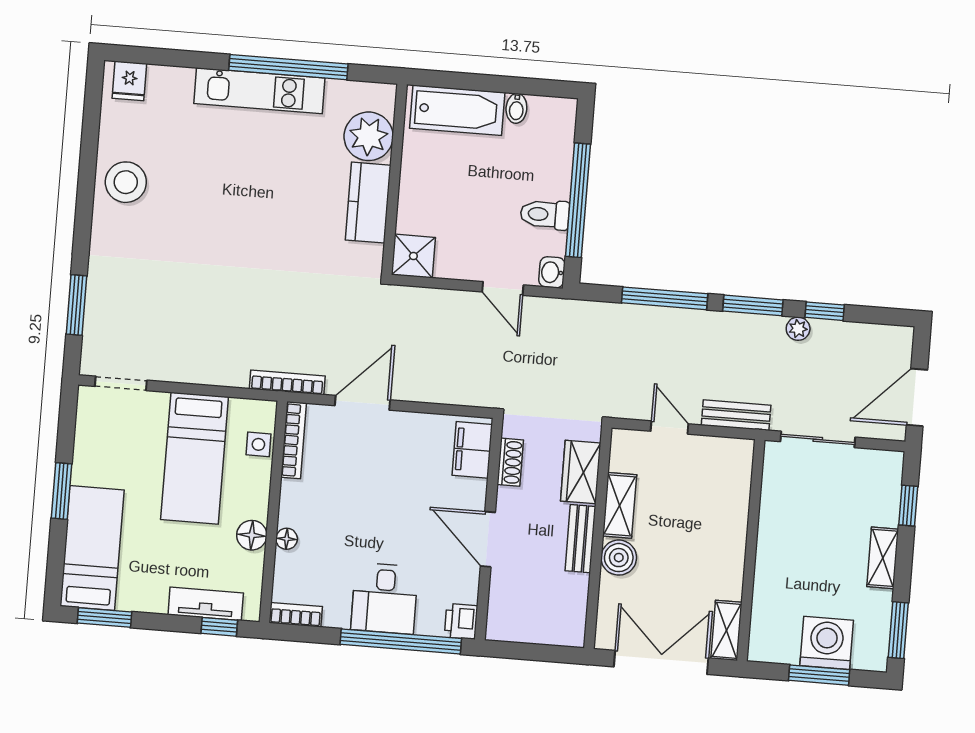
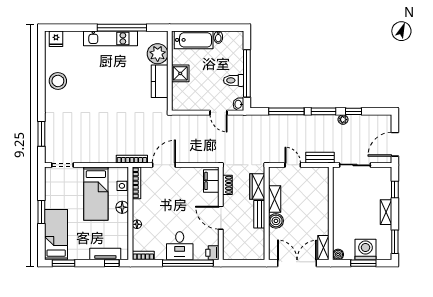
shower: (413, 256) -> (180, 73), moved
floor lamp: (252, 535) -> (122, 207), moved
boiler: (760, 650) -> (338, 255), added

